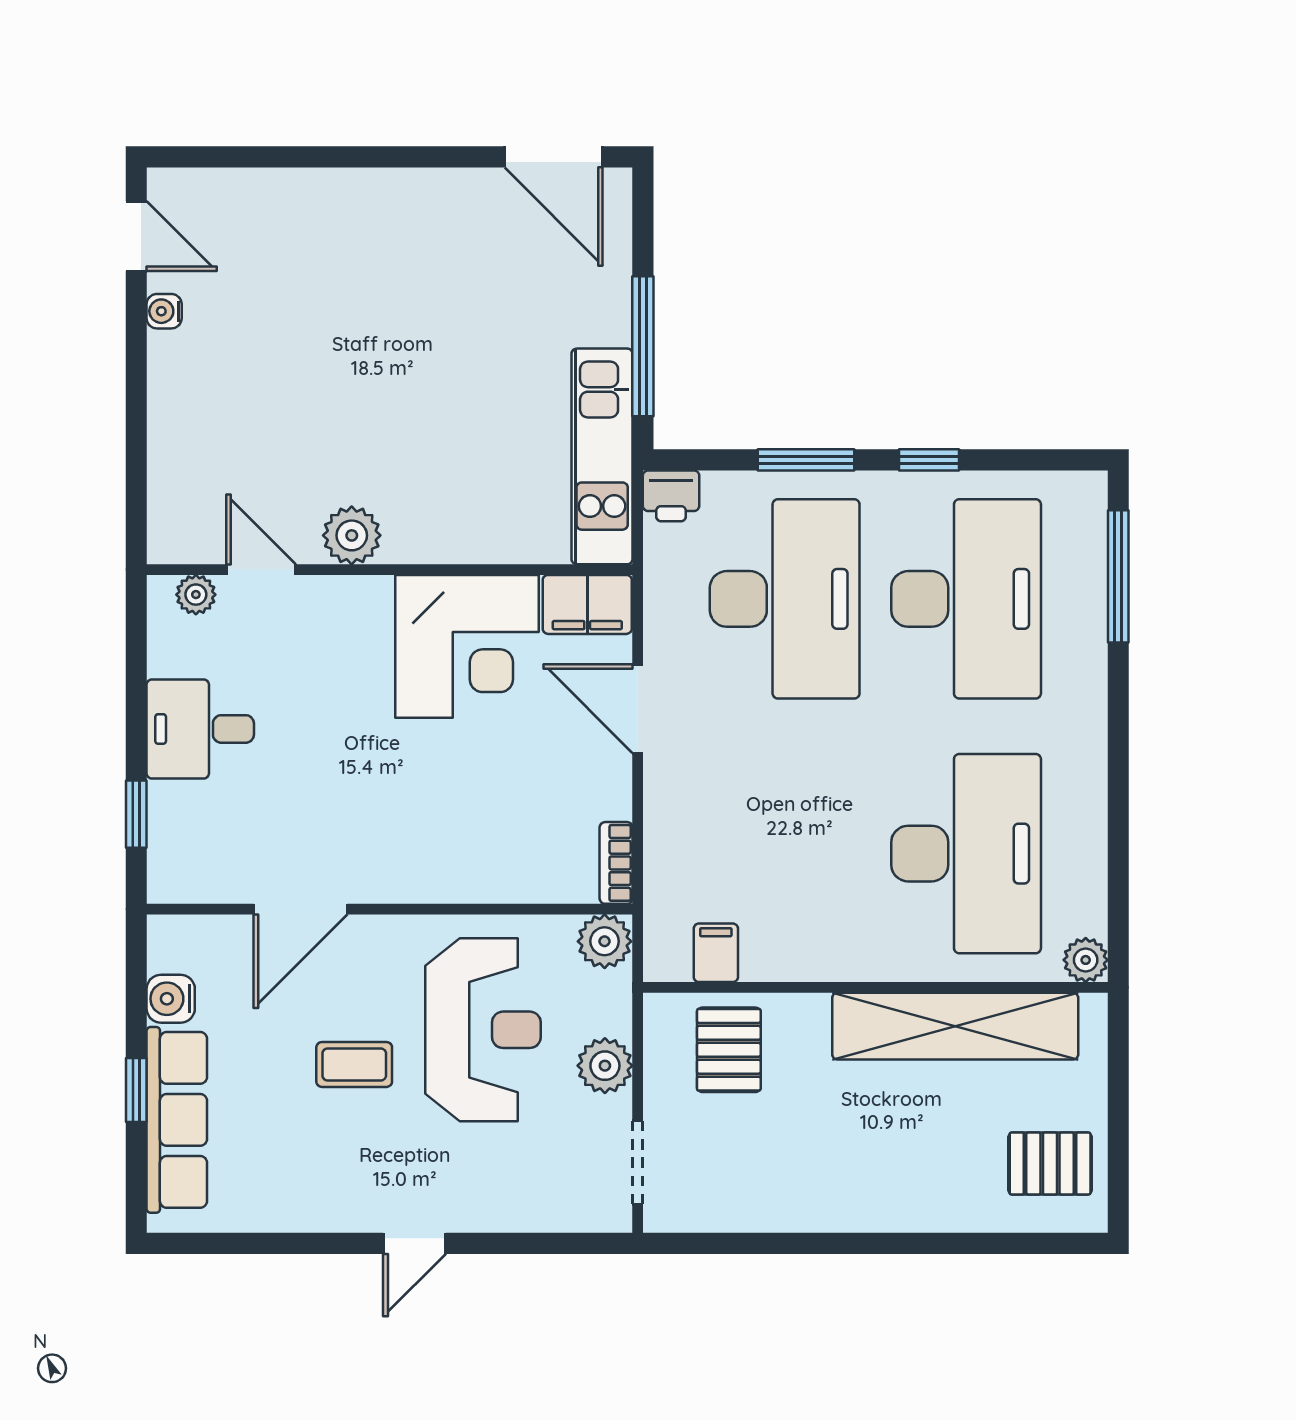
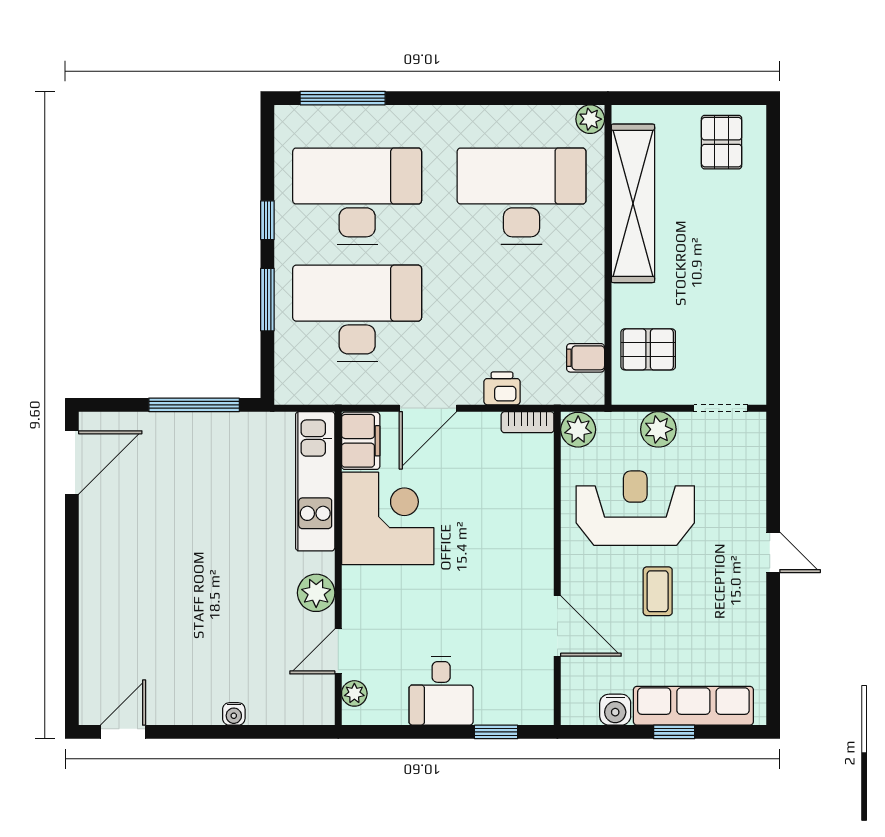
water cooler: (164, 311) -> (234, 714), moved
kitchen unit: (602, 456) -> (315, 481), moved, turned 90
printer: (671, 496) -> (502, 388), moved, turned -90

